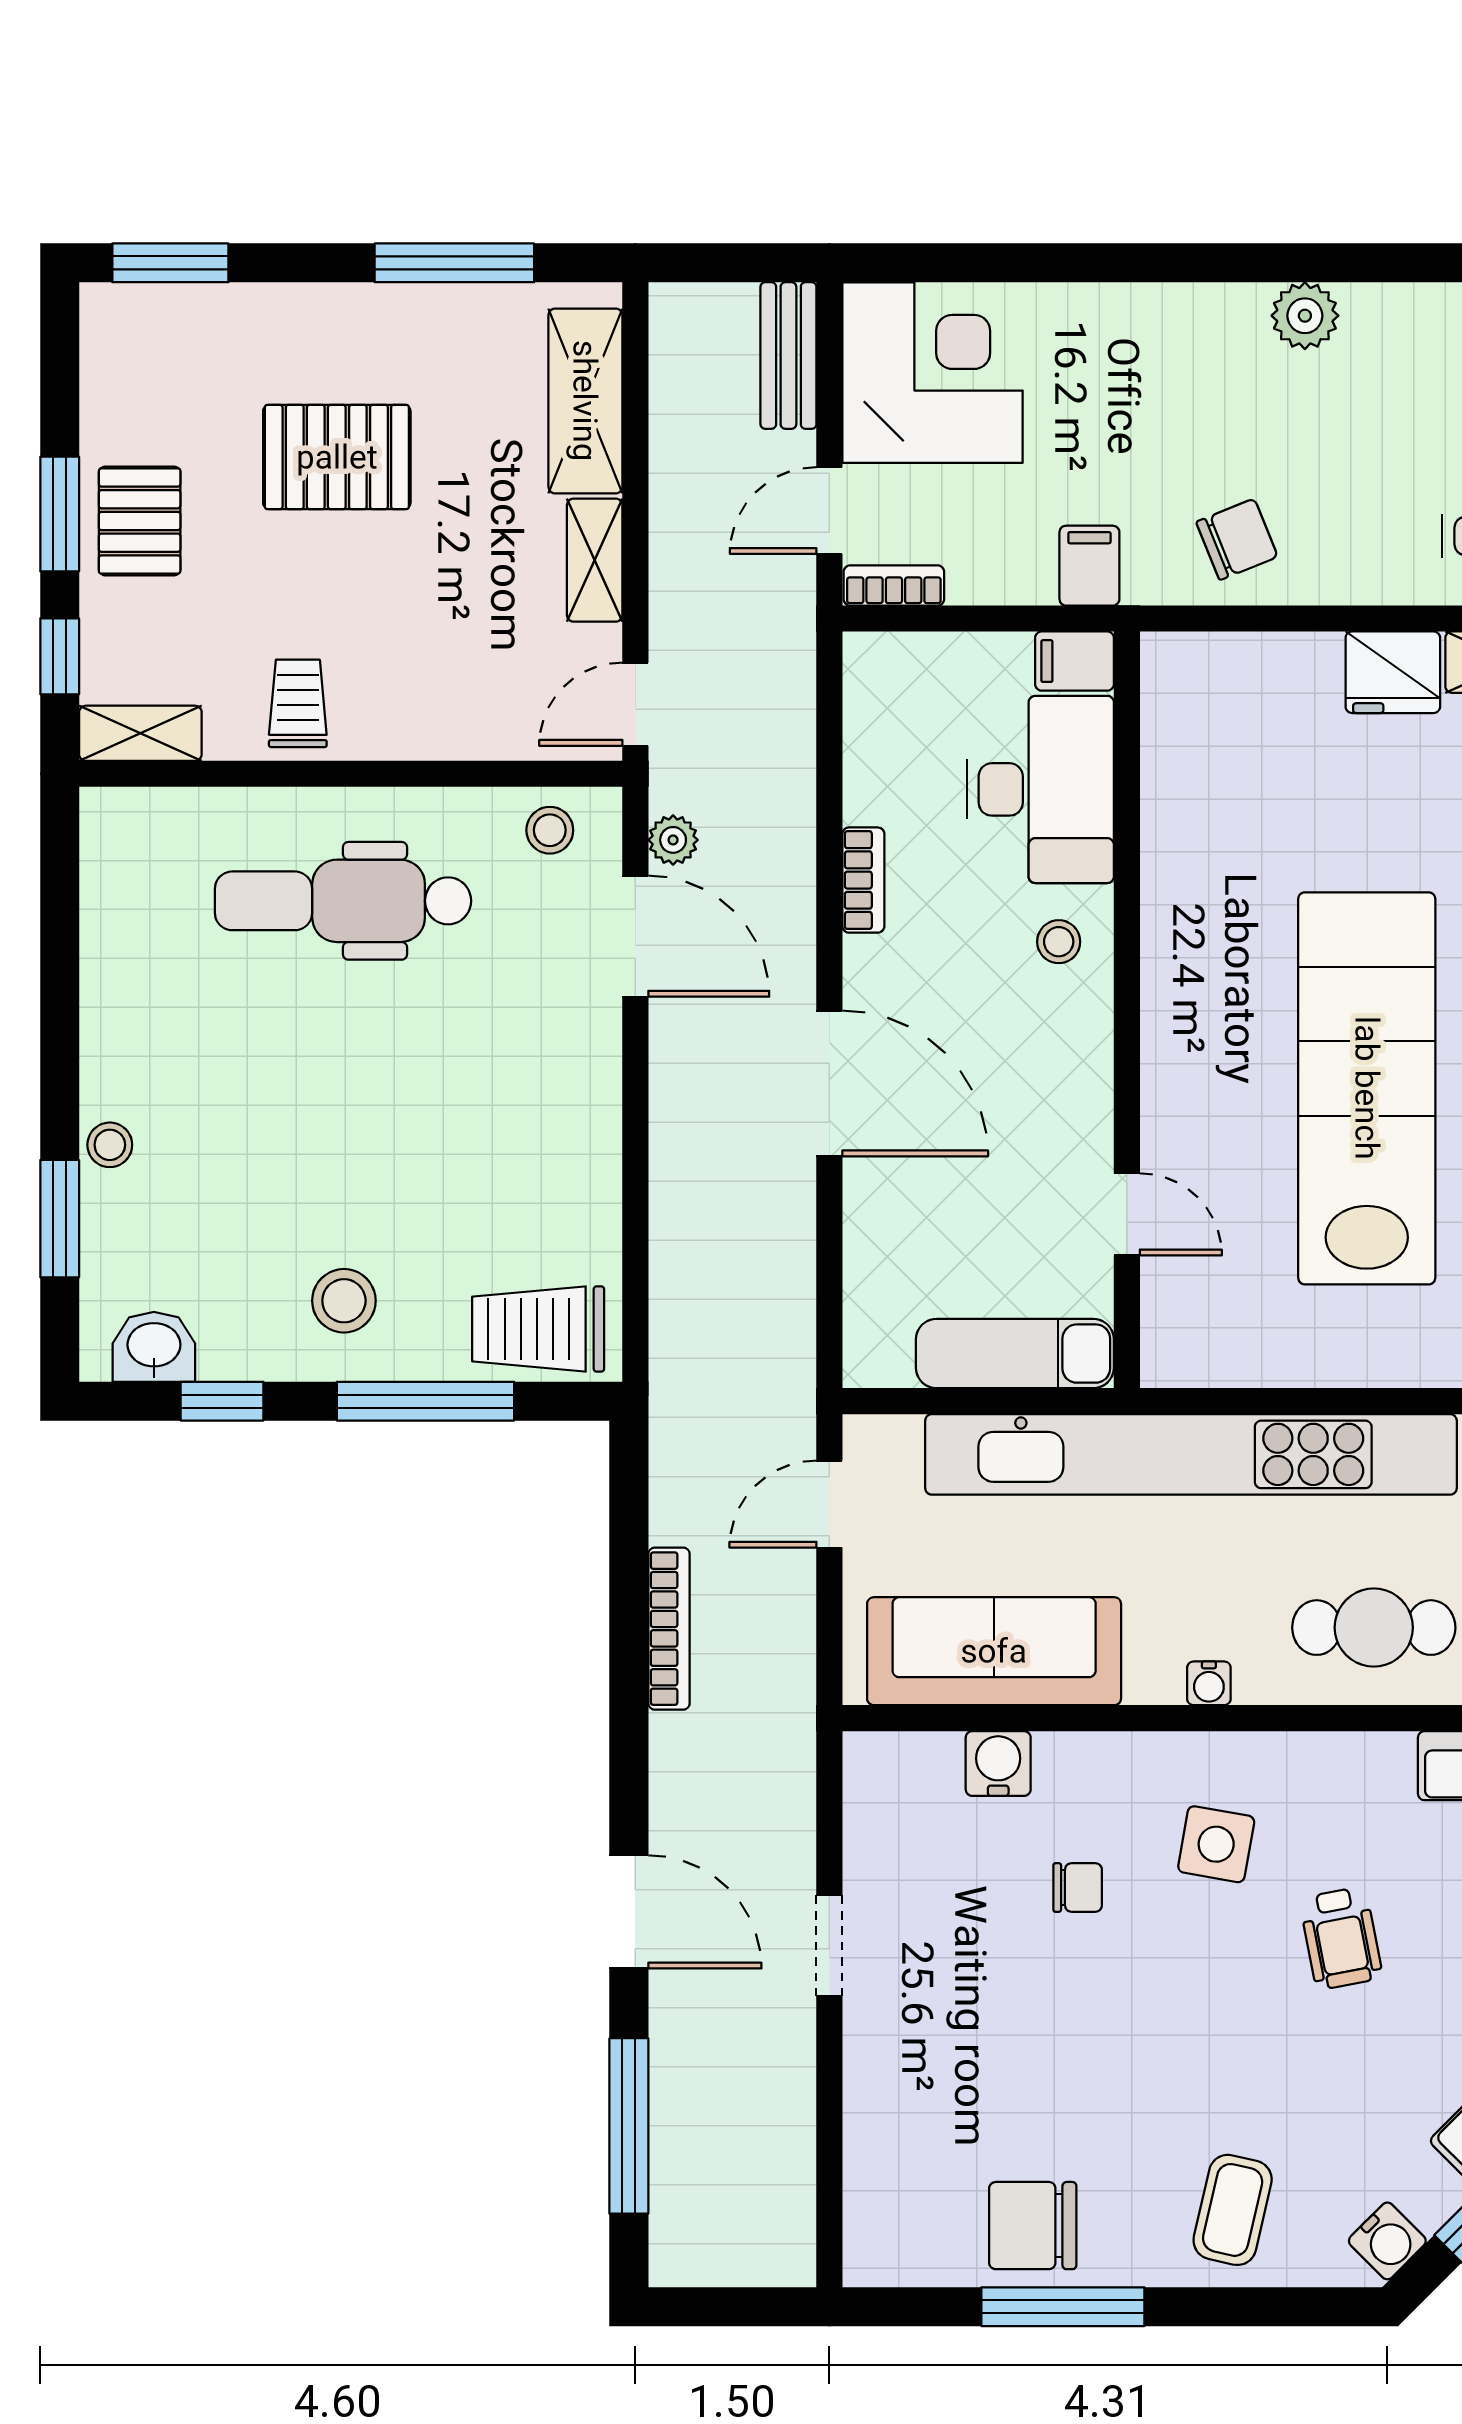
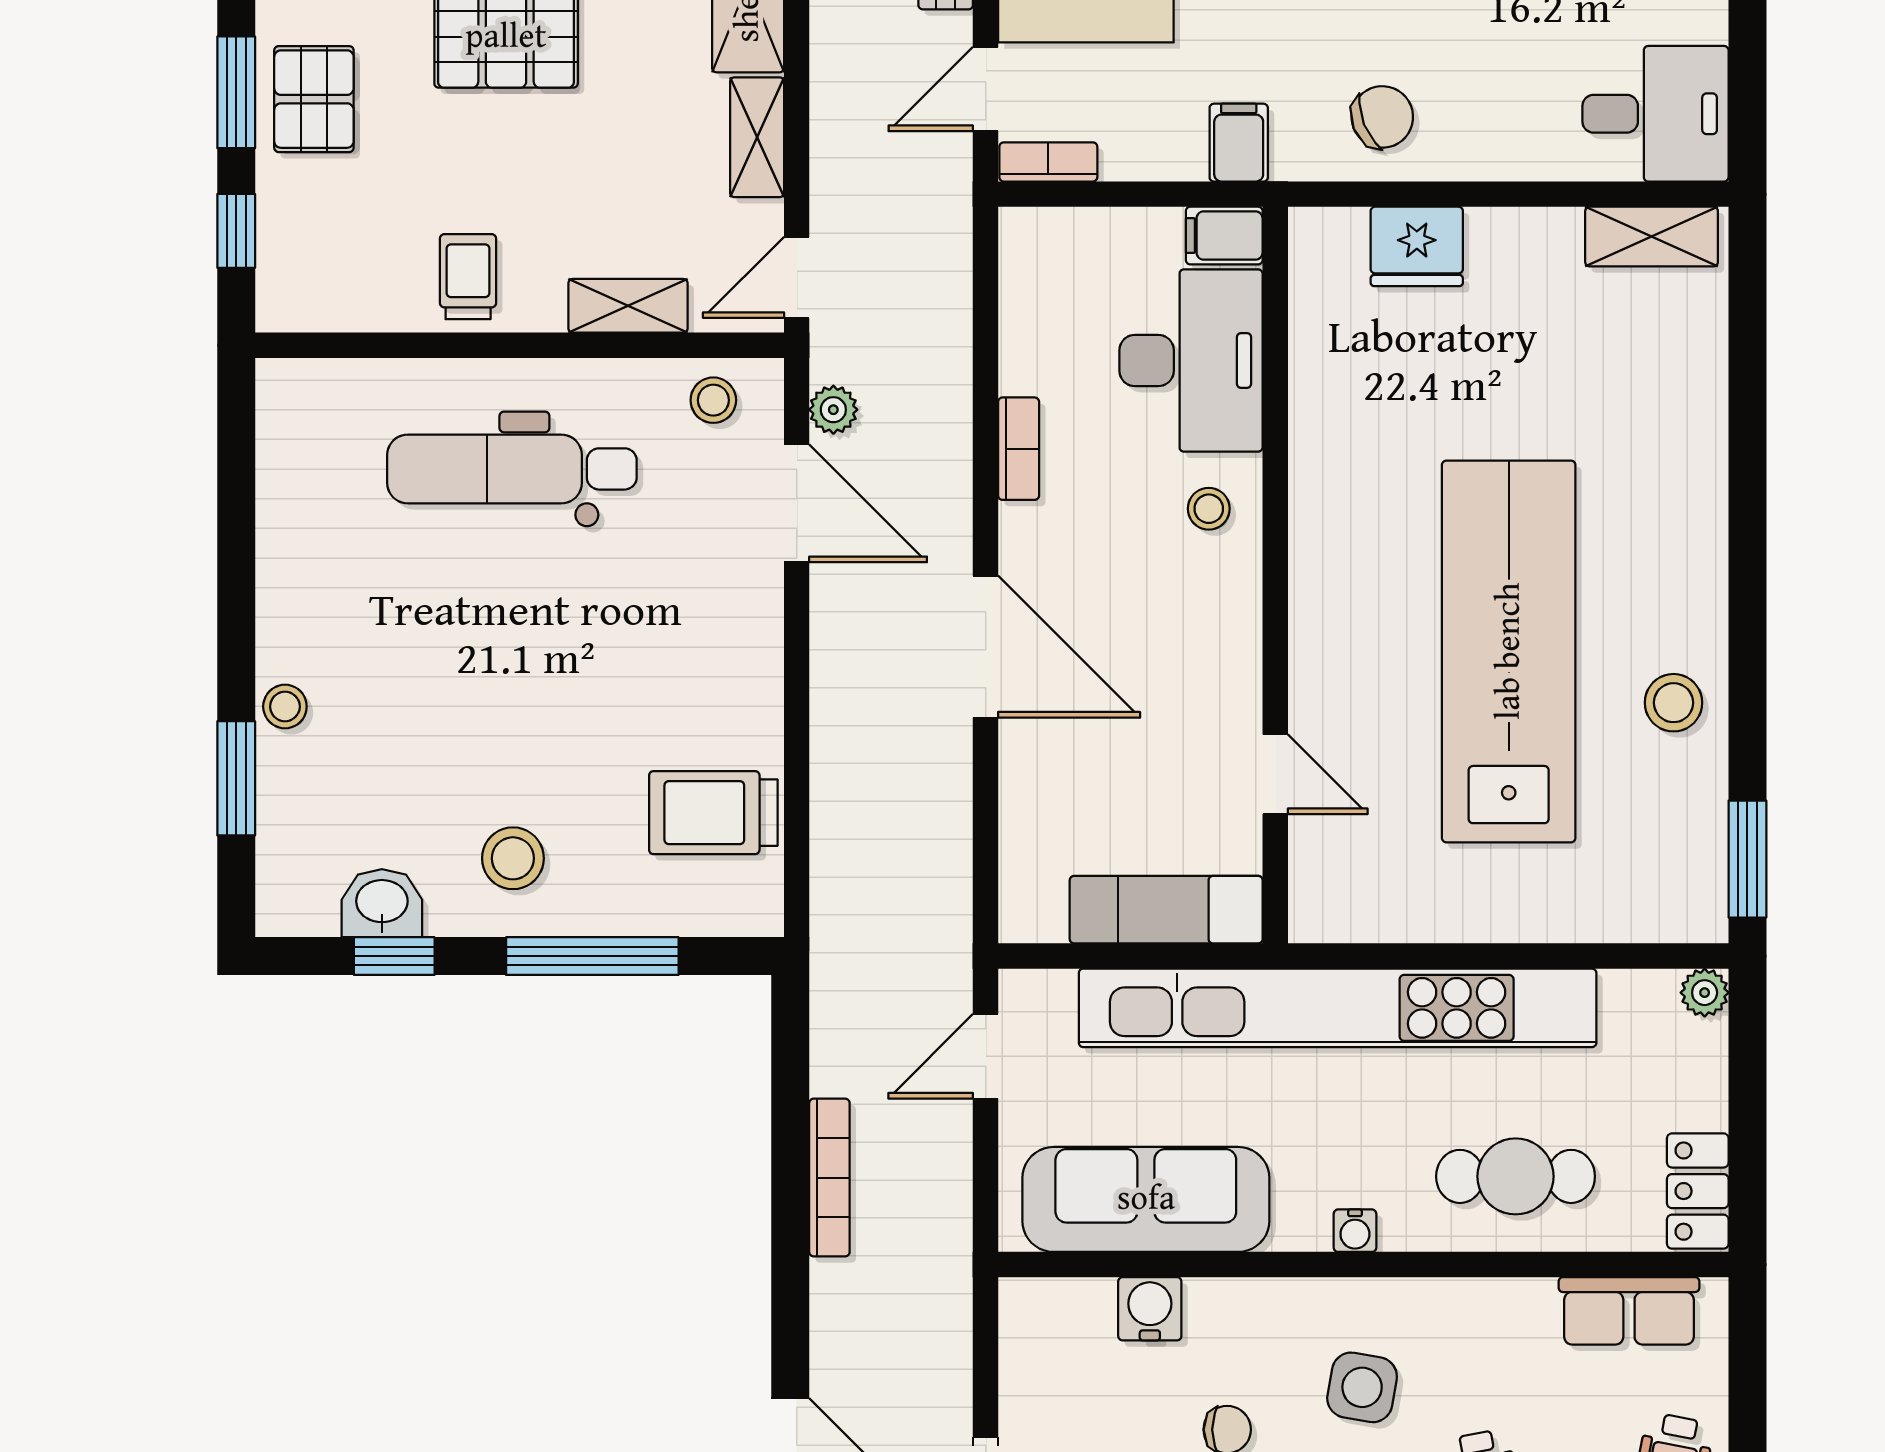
fridge: (1393, 672) -> (1417, 246), moved
shelving: (140, 733) -> (628, 306), moved
trolley: (538, 1329) -> (713, 813), moved
washbasin: (154, 1347) -> (382, 903), moved

